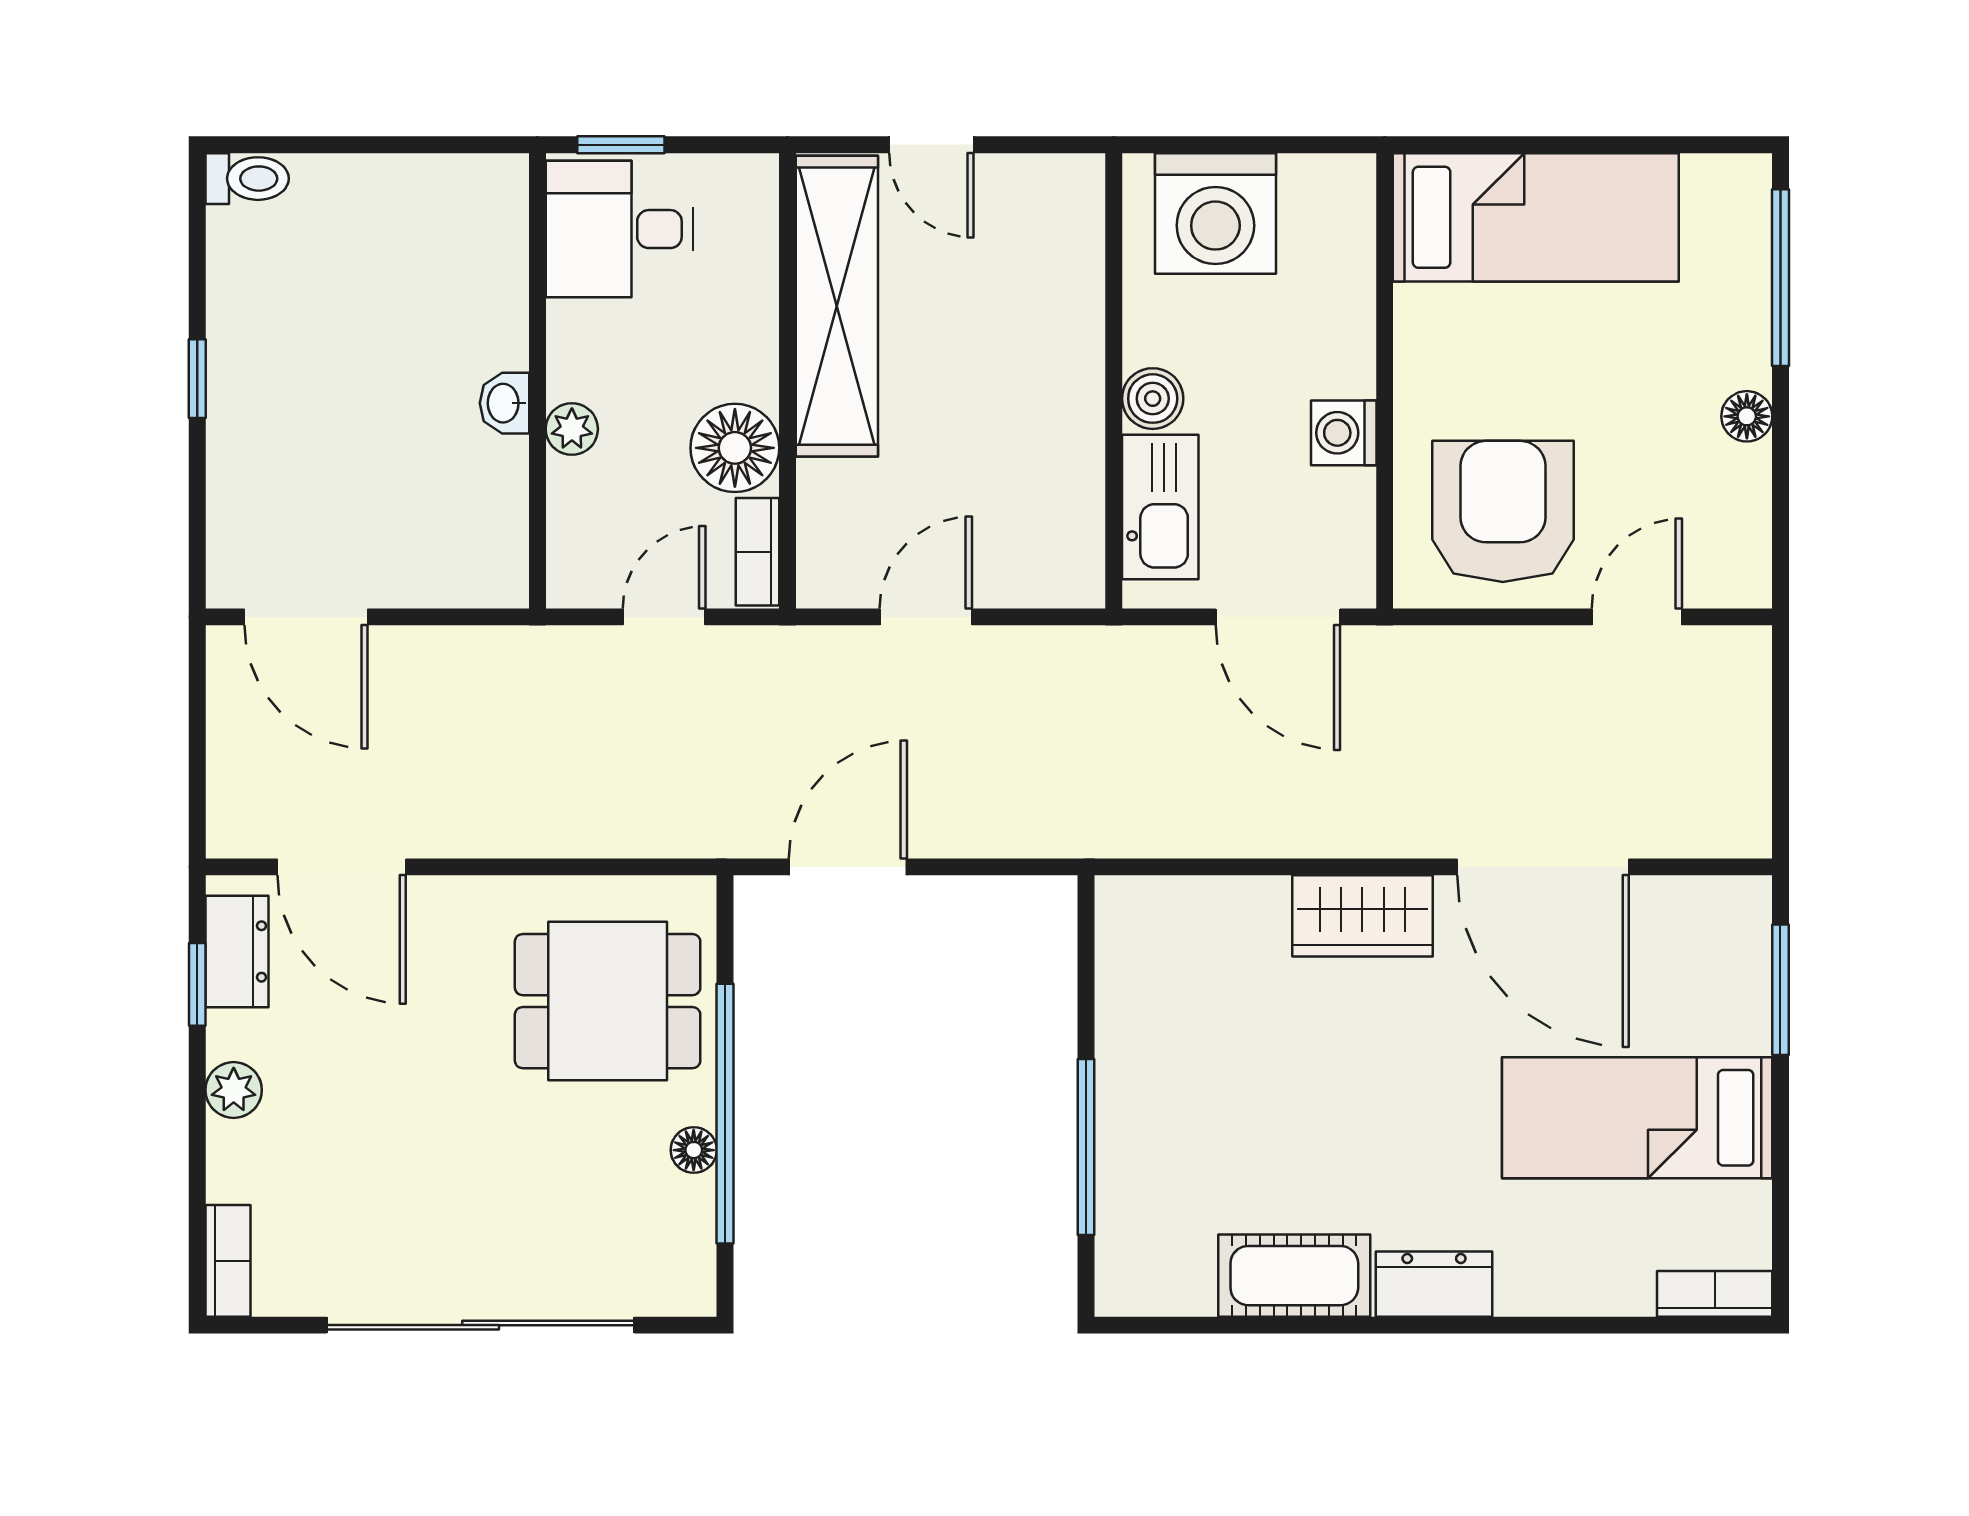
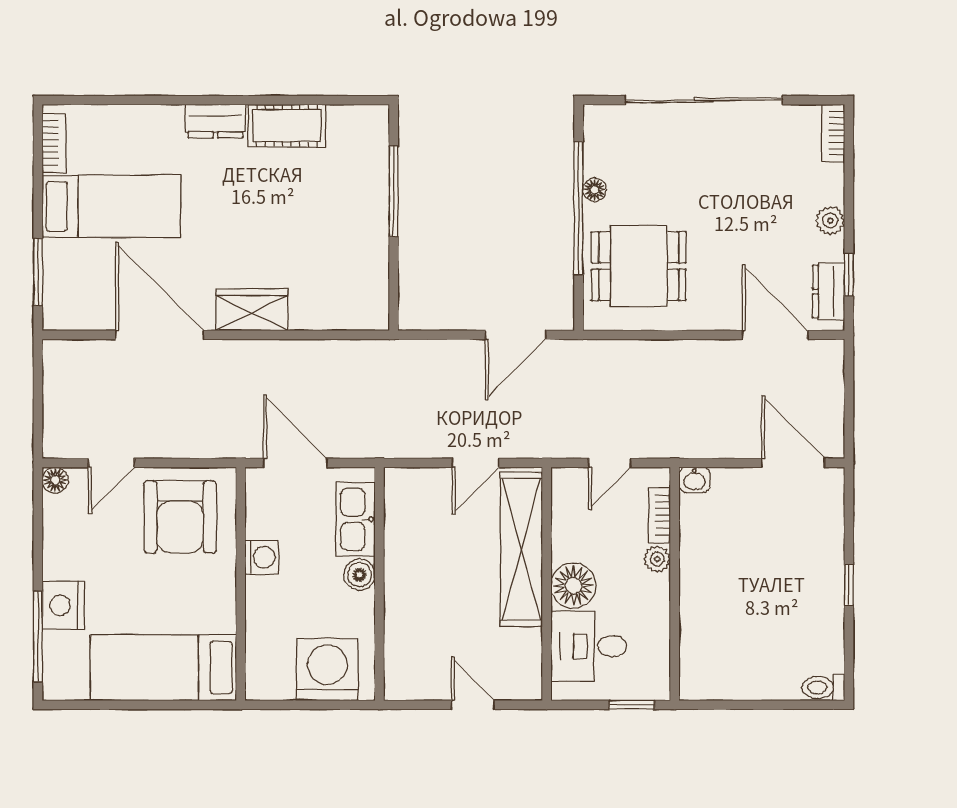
desk: (620, 229) -> (589, 646), moved, turned 180
shelving: (837, 306) -> (521, 549), moved
nightstand: (1730, 339) -> (63, 605), added
washbasin: (505, 403) -> (694, 480), moved, turned 90
floor lamp: (1747, 416) -> (55, 480), moved
floor lamp: (735, 448) -> (573, 586), moved
bookcase: (758, 552) -> (659, 515), moved, turned 180
bookcase: (1715, 1294) -> (54, 143), moved, turned -90

